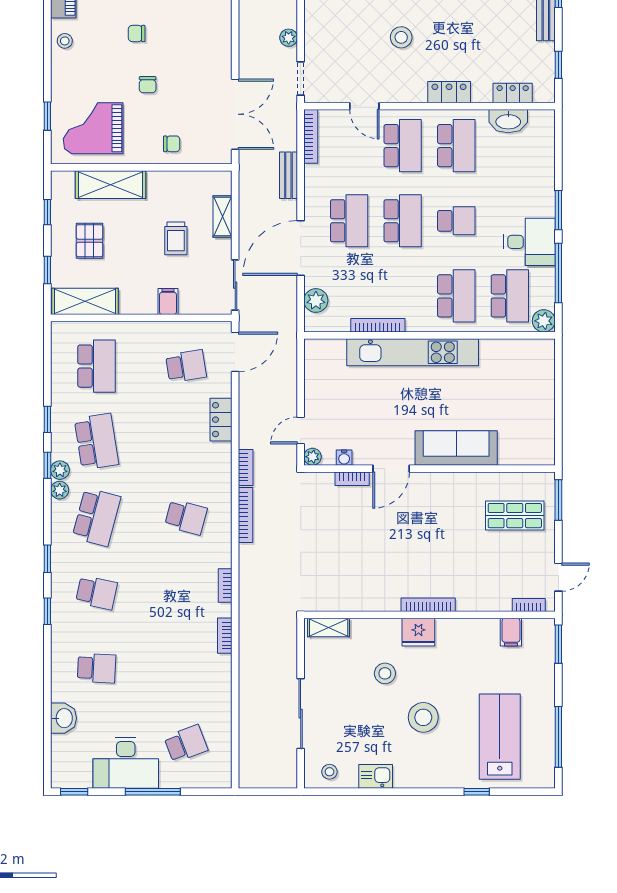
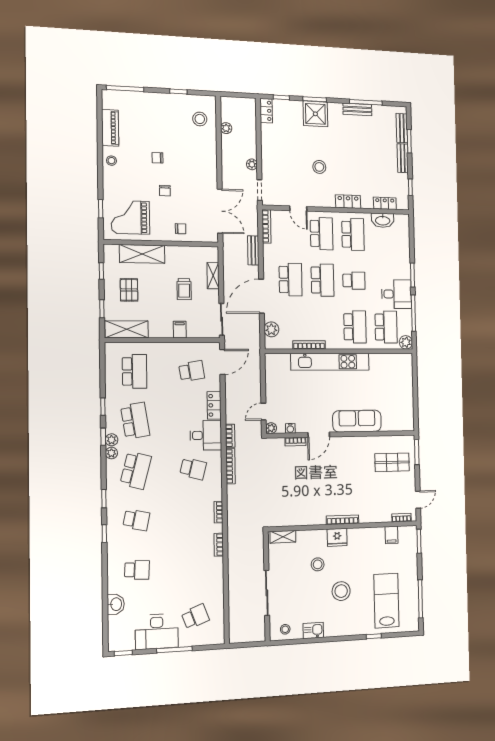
desk: (207, 466) -> (206, 435), added

